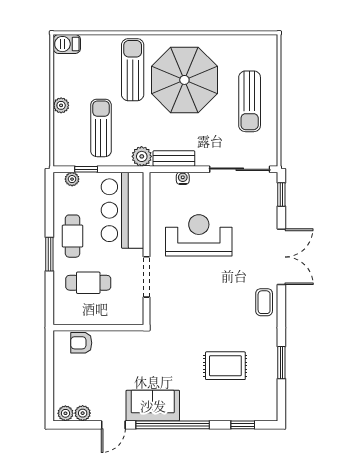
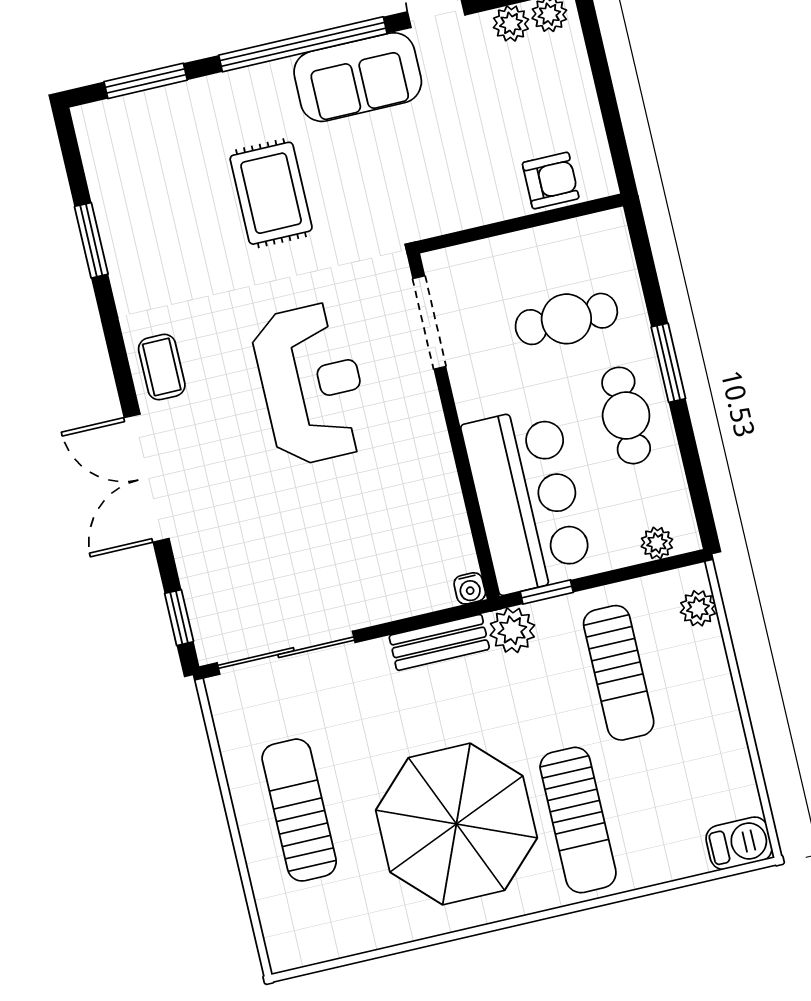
plant: (61, 105) -> (698, 608), moved
window: (86, 169) -> (547, 592), moved
water cooler: (183, 178) -> (470, 588), moved
reception desk: (199, 235) -> (312, 384), moved, turned -90
doorway: (147, 277) -> (429, 323), moved
rug: (225, 366) -> (271, 193), moved, turned 90
window: (243, 425) -> (146, 81), width x1.50

